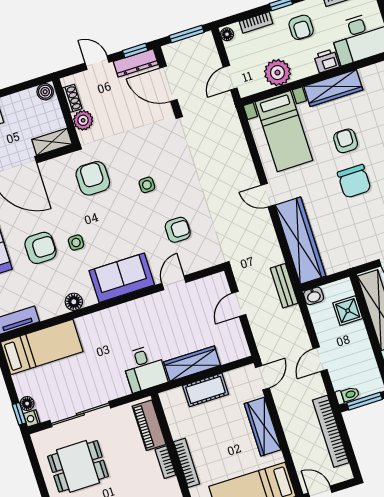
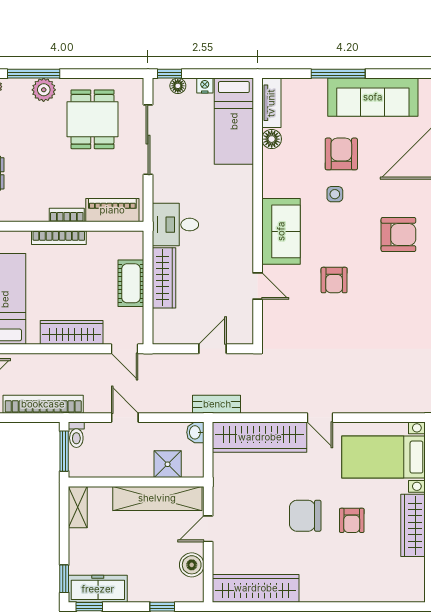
armchair: (346, 141) -> (352, 520), turned 90
side table: (147, 185) -> (373, 291), removed
door: (268, 195) -> (320, 418), swing flipped
armchair: (178, 230) -> (334, 280), moved
armchair: (41, 248) -> (341, 154), turned 180
floor lamp: (74, 302) -> (272, 139), moved
door: (239, 304) -> (213, 349), hinge flipped
nightstand: (32, 418) -> (205, 86), moved

